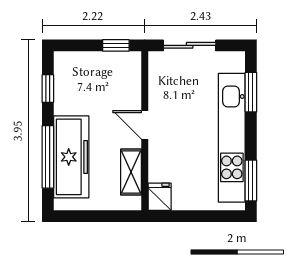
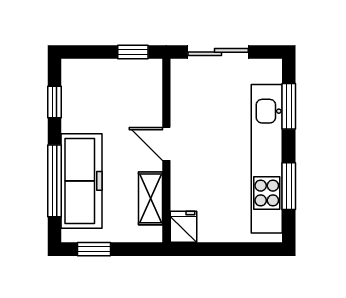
window: (251, 181) -> (289, 186), moved
window: (82, 216) -> (94, 249), added

